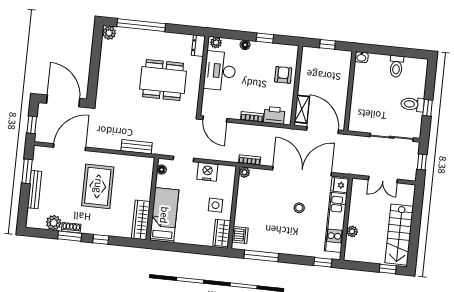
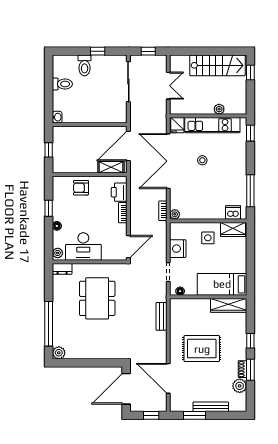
toilet: (412, 104) -> (85, 65), moved

